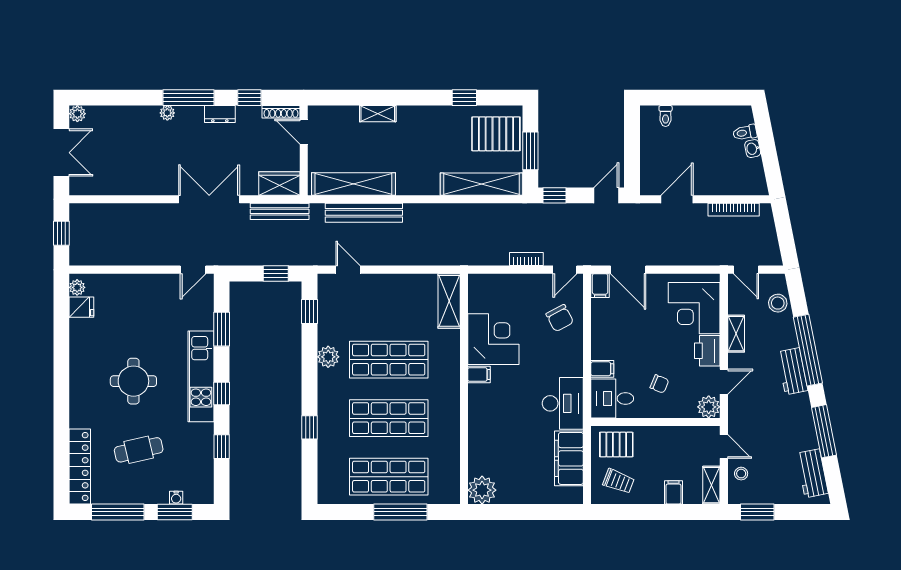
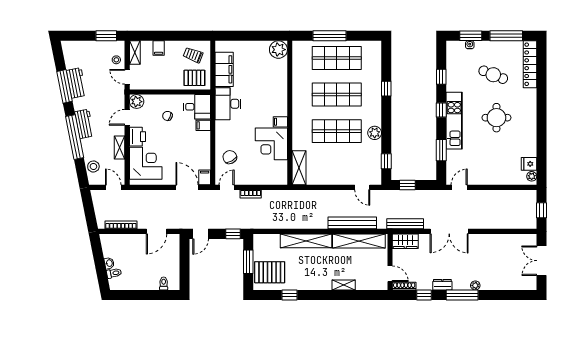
plant: (77, 114) -> (532, 285), removed
shelving: (481, 184) -> (306, 241), moved
cafe table: (139, 450) -> (493, 75), turned 35
workbench: (812, 473) -> (76, 83), moved

